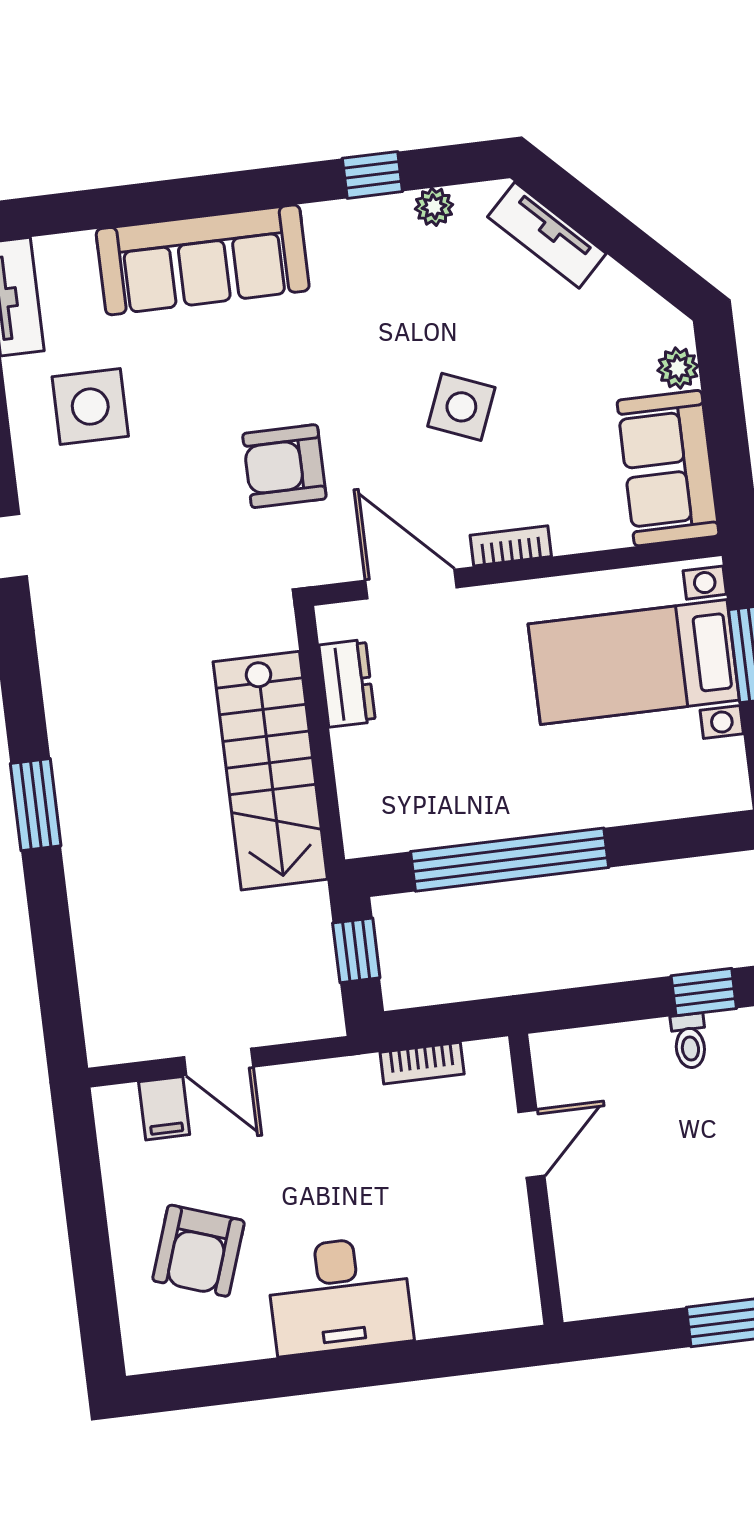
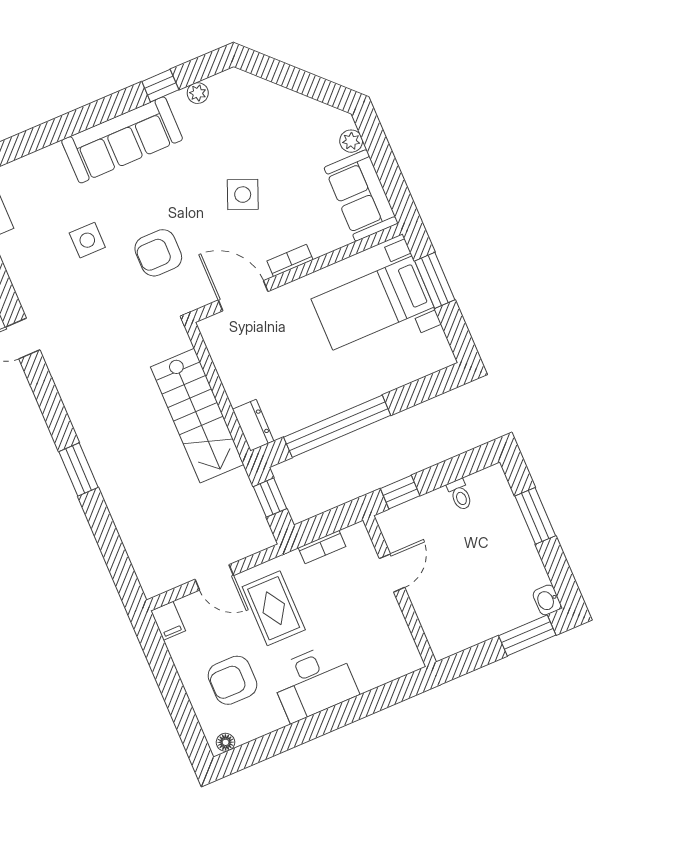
tv unit: (547, 235) -> (262, 91), removed
sofa: (203, 260) -> (122, 140), moved
side table: (90, 407) -> (87, 240), moved, width x0.73, depth x0.73
dresser: (347, 683) -> (253, 425), moved
window: (704, 992) -> (400, 492), moved
filing cabinet: (164, 1108) -> (168, 621), moved
rug: (307, 1146) -> (274, 608), added
armchair: (198, 1251) -> (232, 680), turned 71
floor lamp: (155, 1356) -> (226, 742), added

